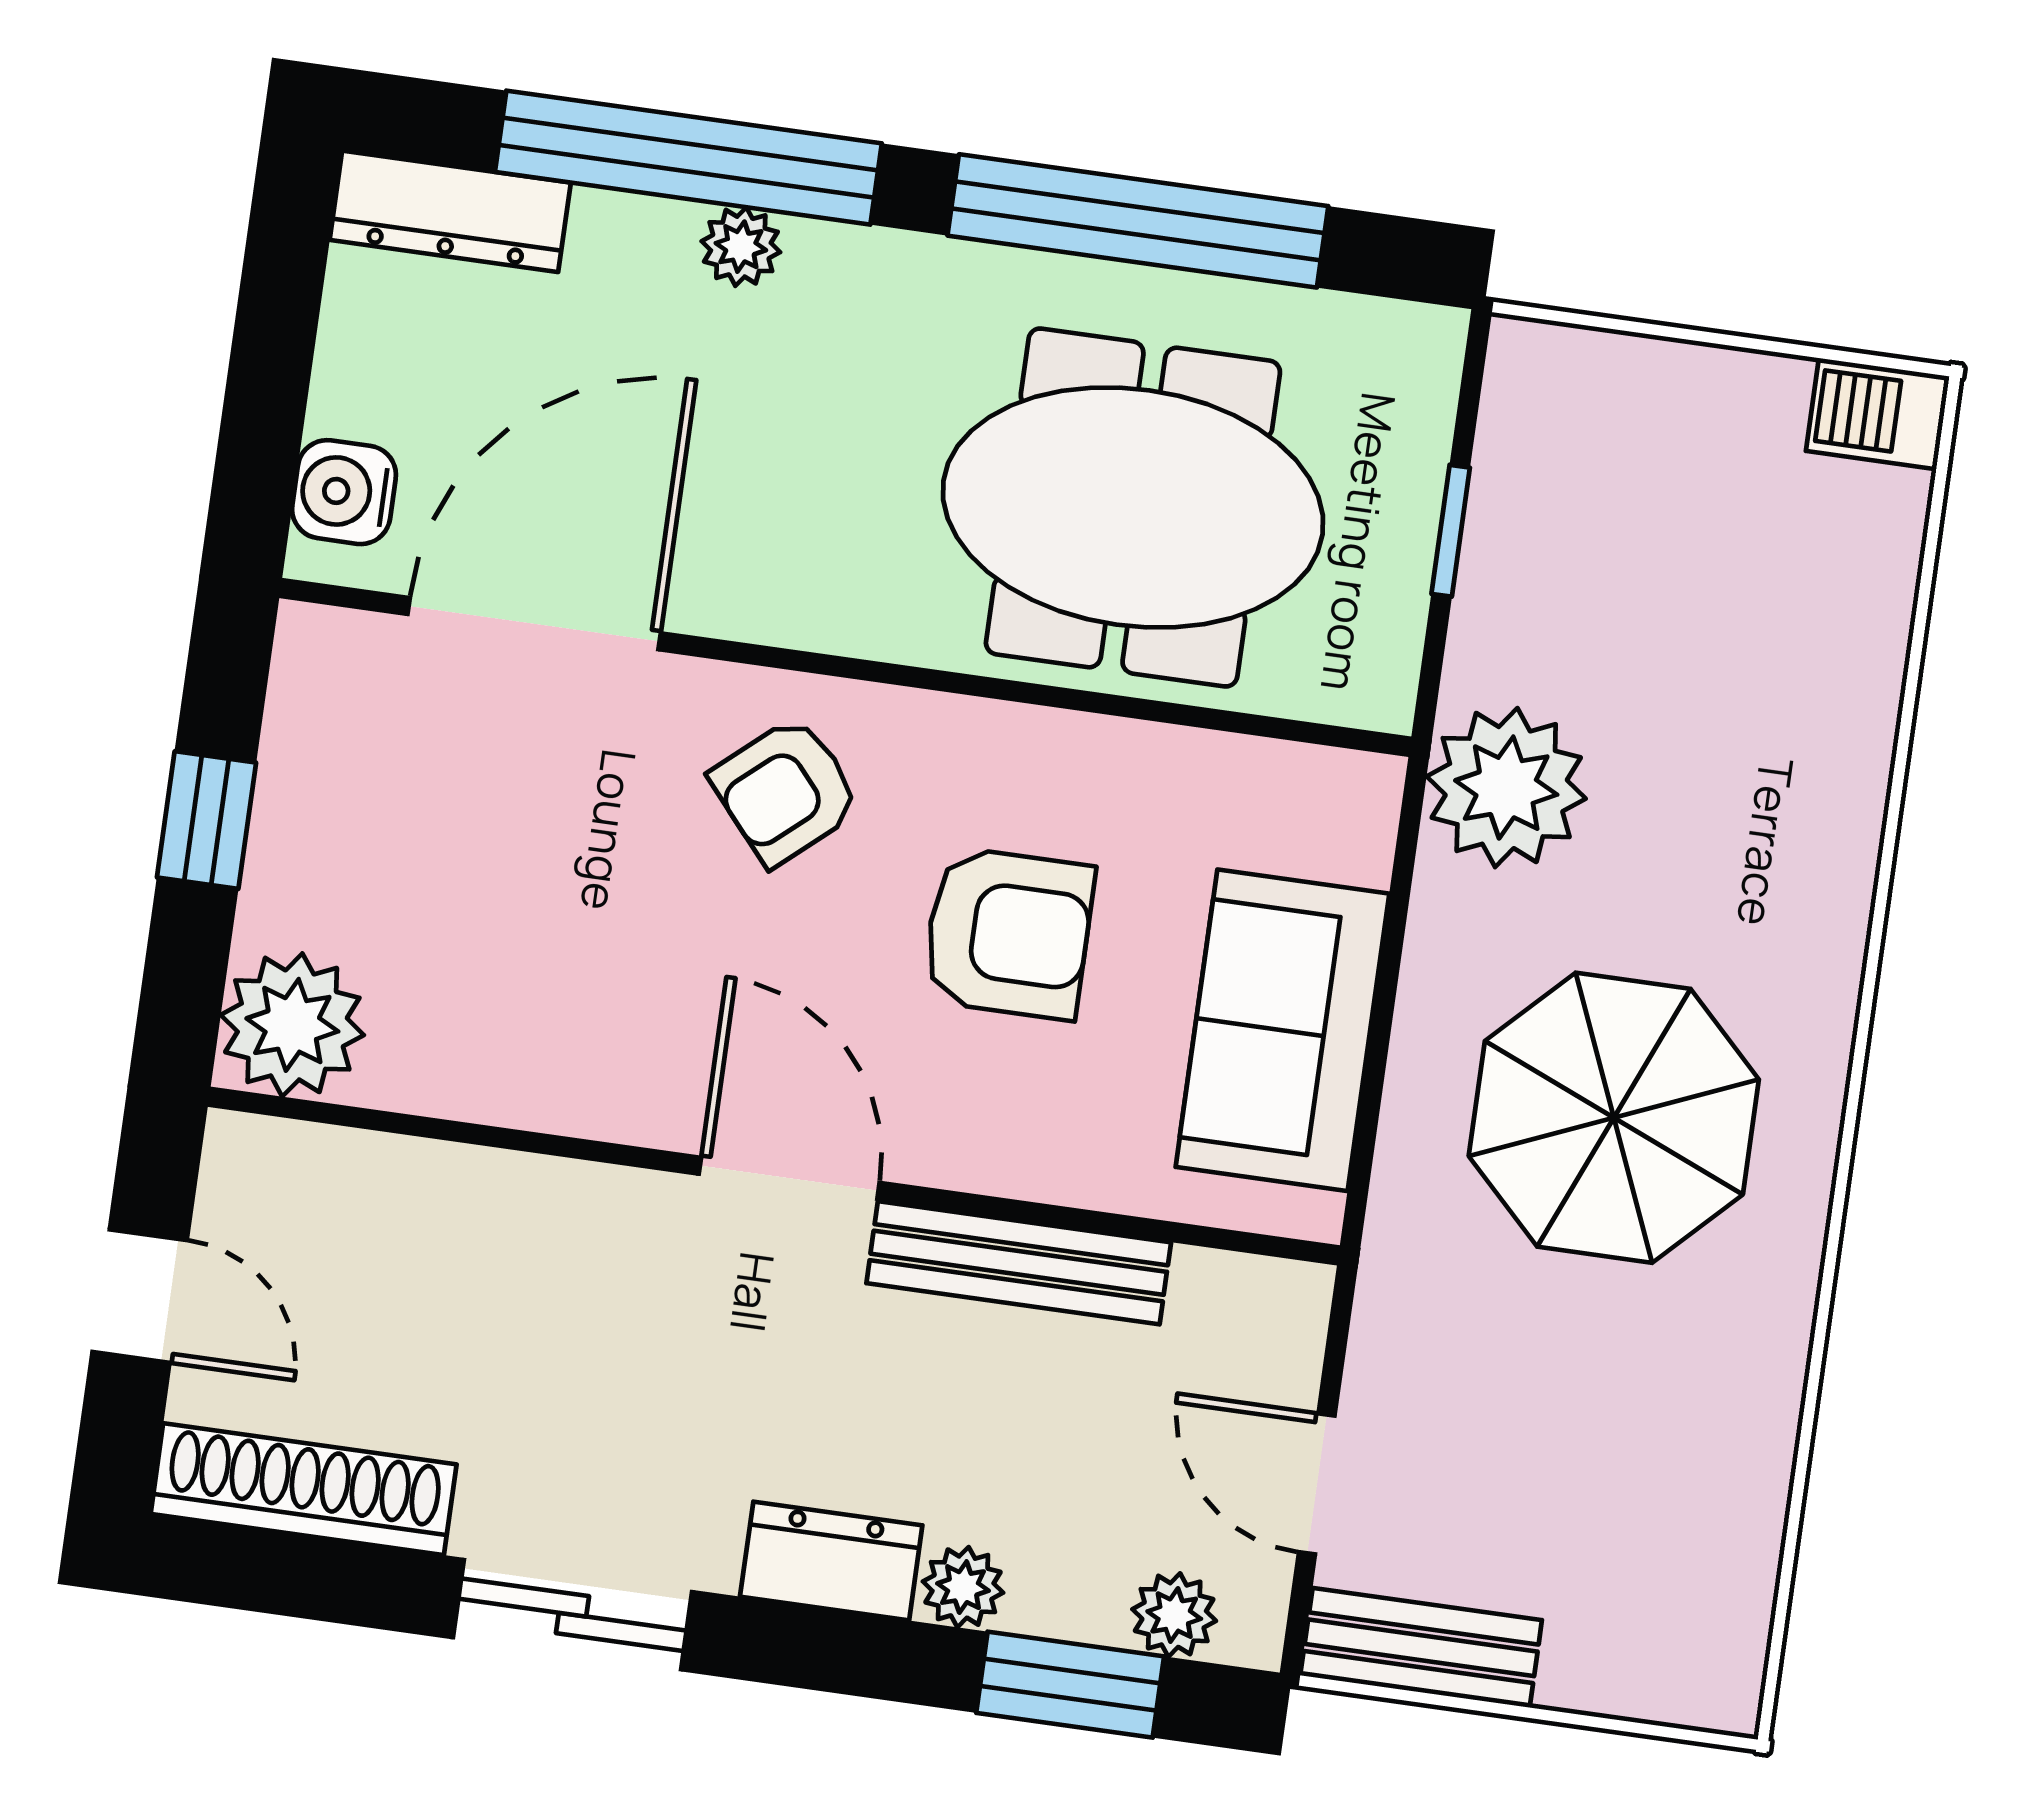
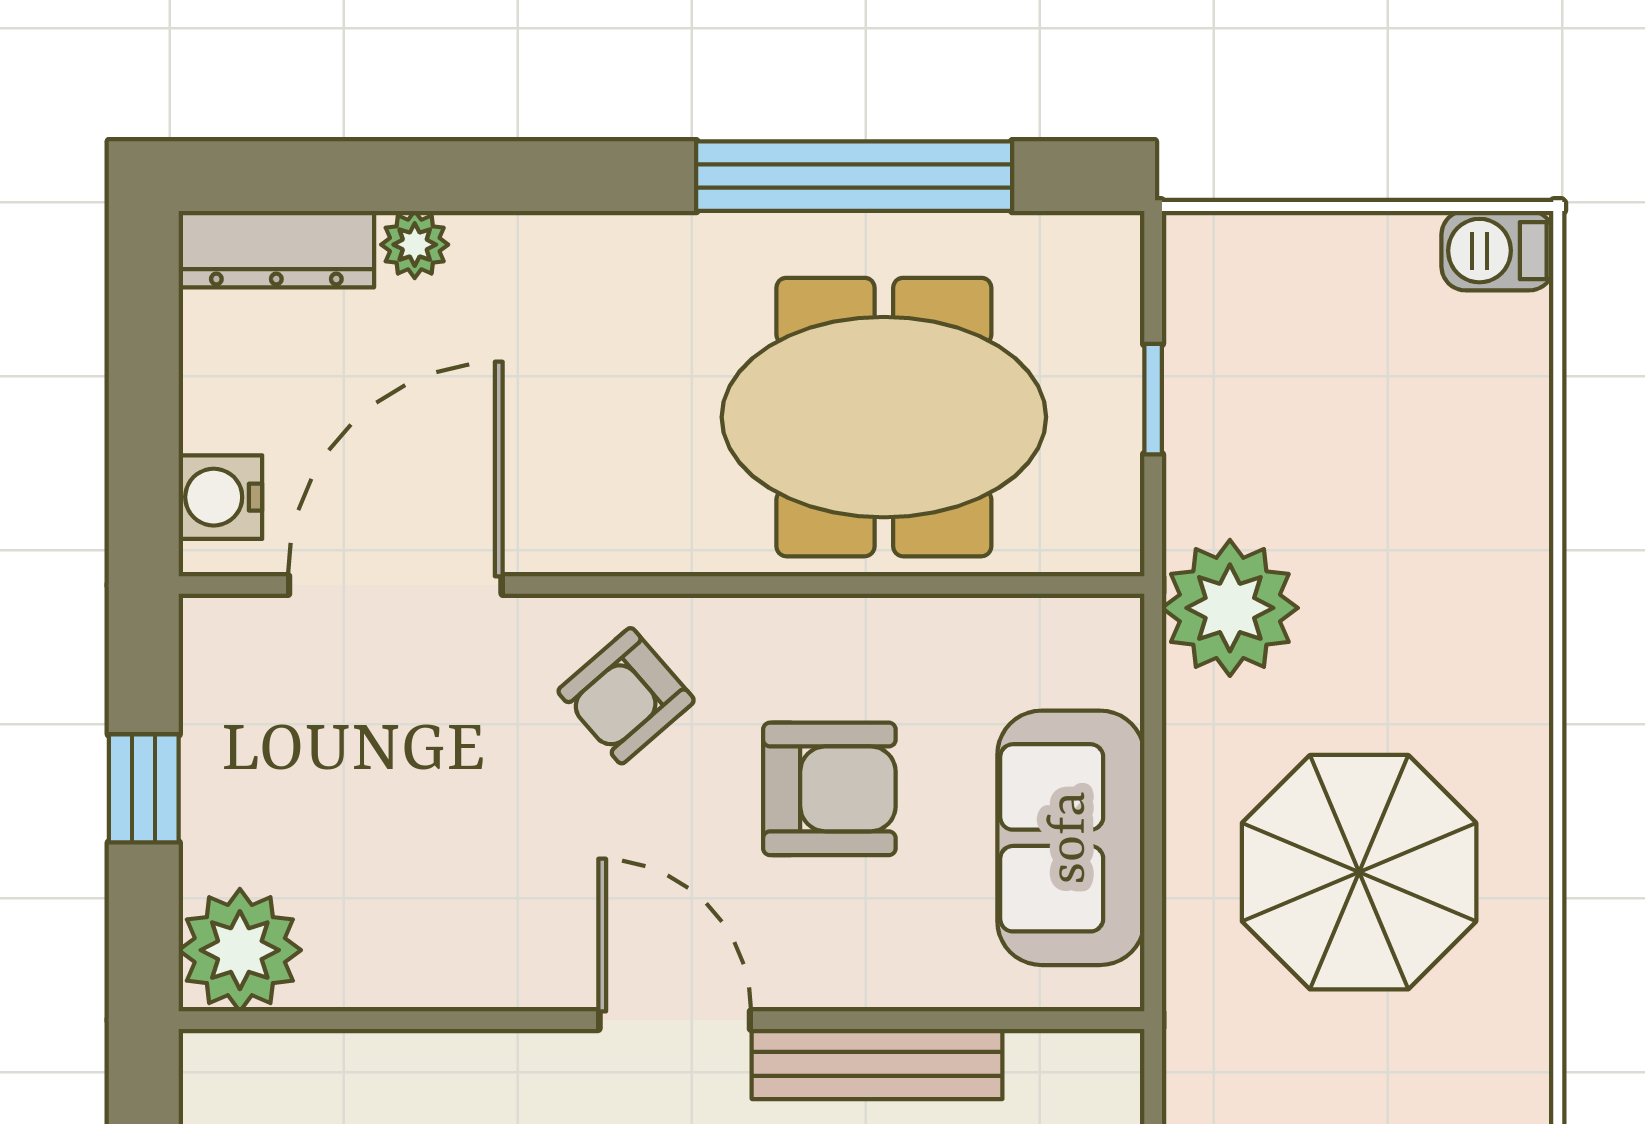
window: (688, 158) -> (470, 176), removed
plant: (741, 247) -> (415, 245), moved

